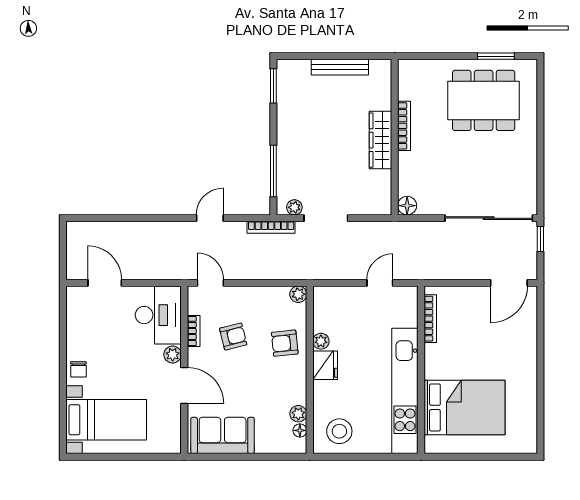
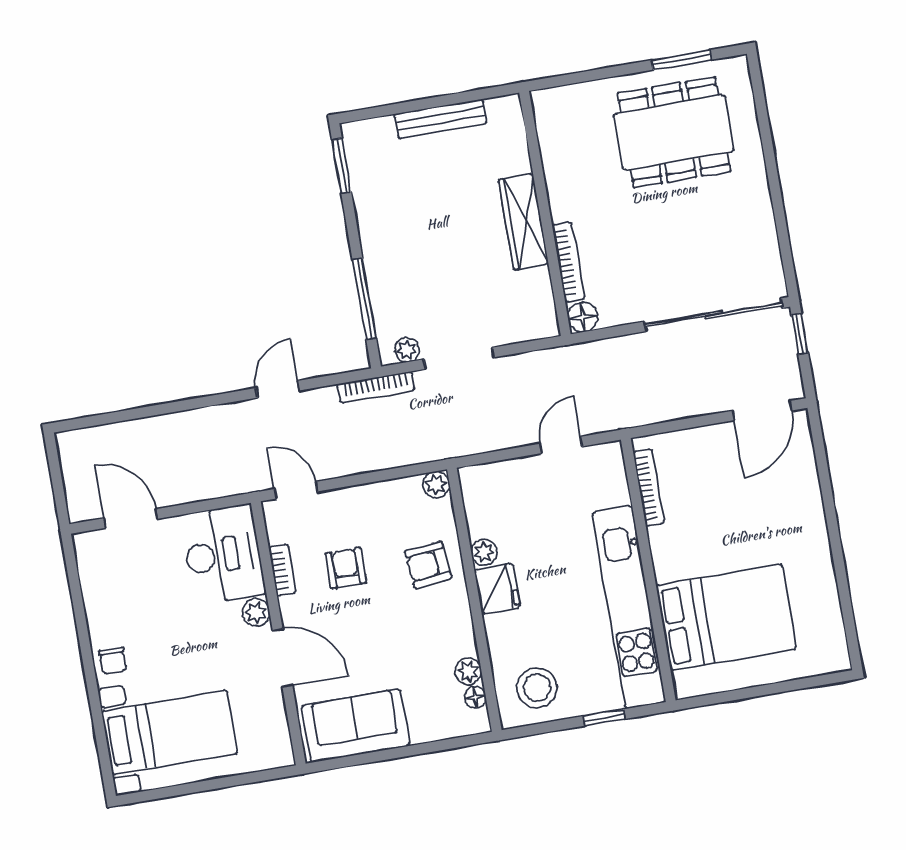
bookcase: (404, 126) -> (568, 262), moved
armchair: (233, 336) -> (346, 568), turned -76
window: (378, 457) -> (604, 717), added

